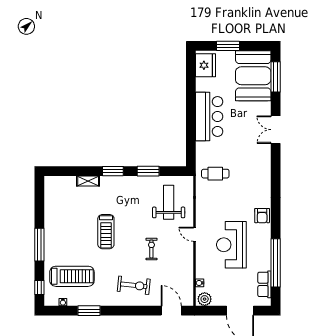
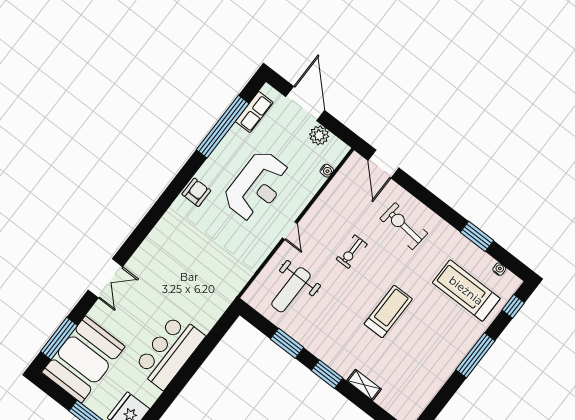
cafe table: (215, 174) -> (213, 281), removed
plant: (205, 299) -> (319, 135), moved

